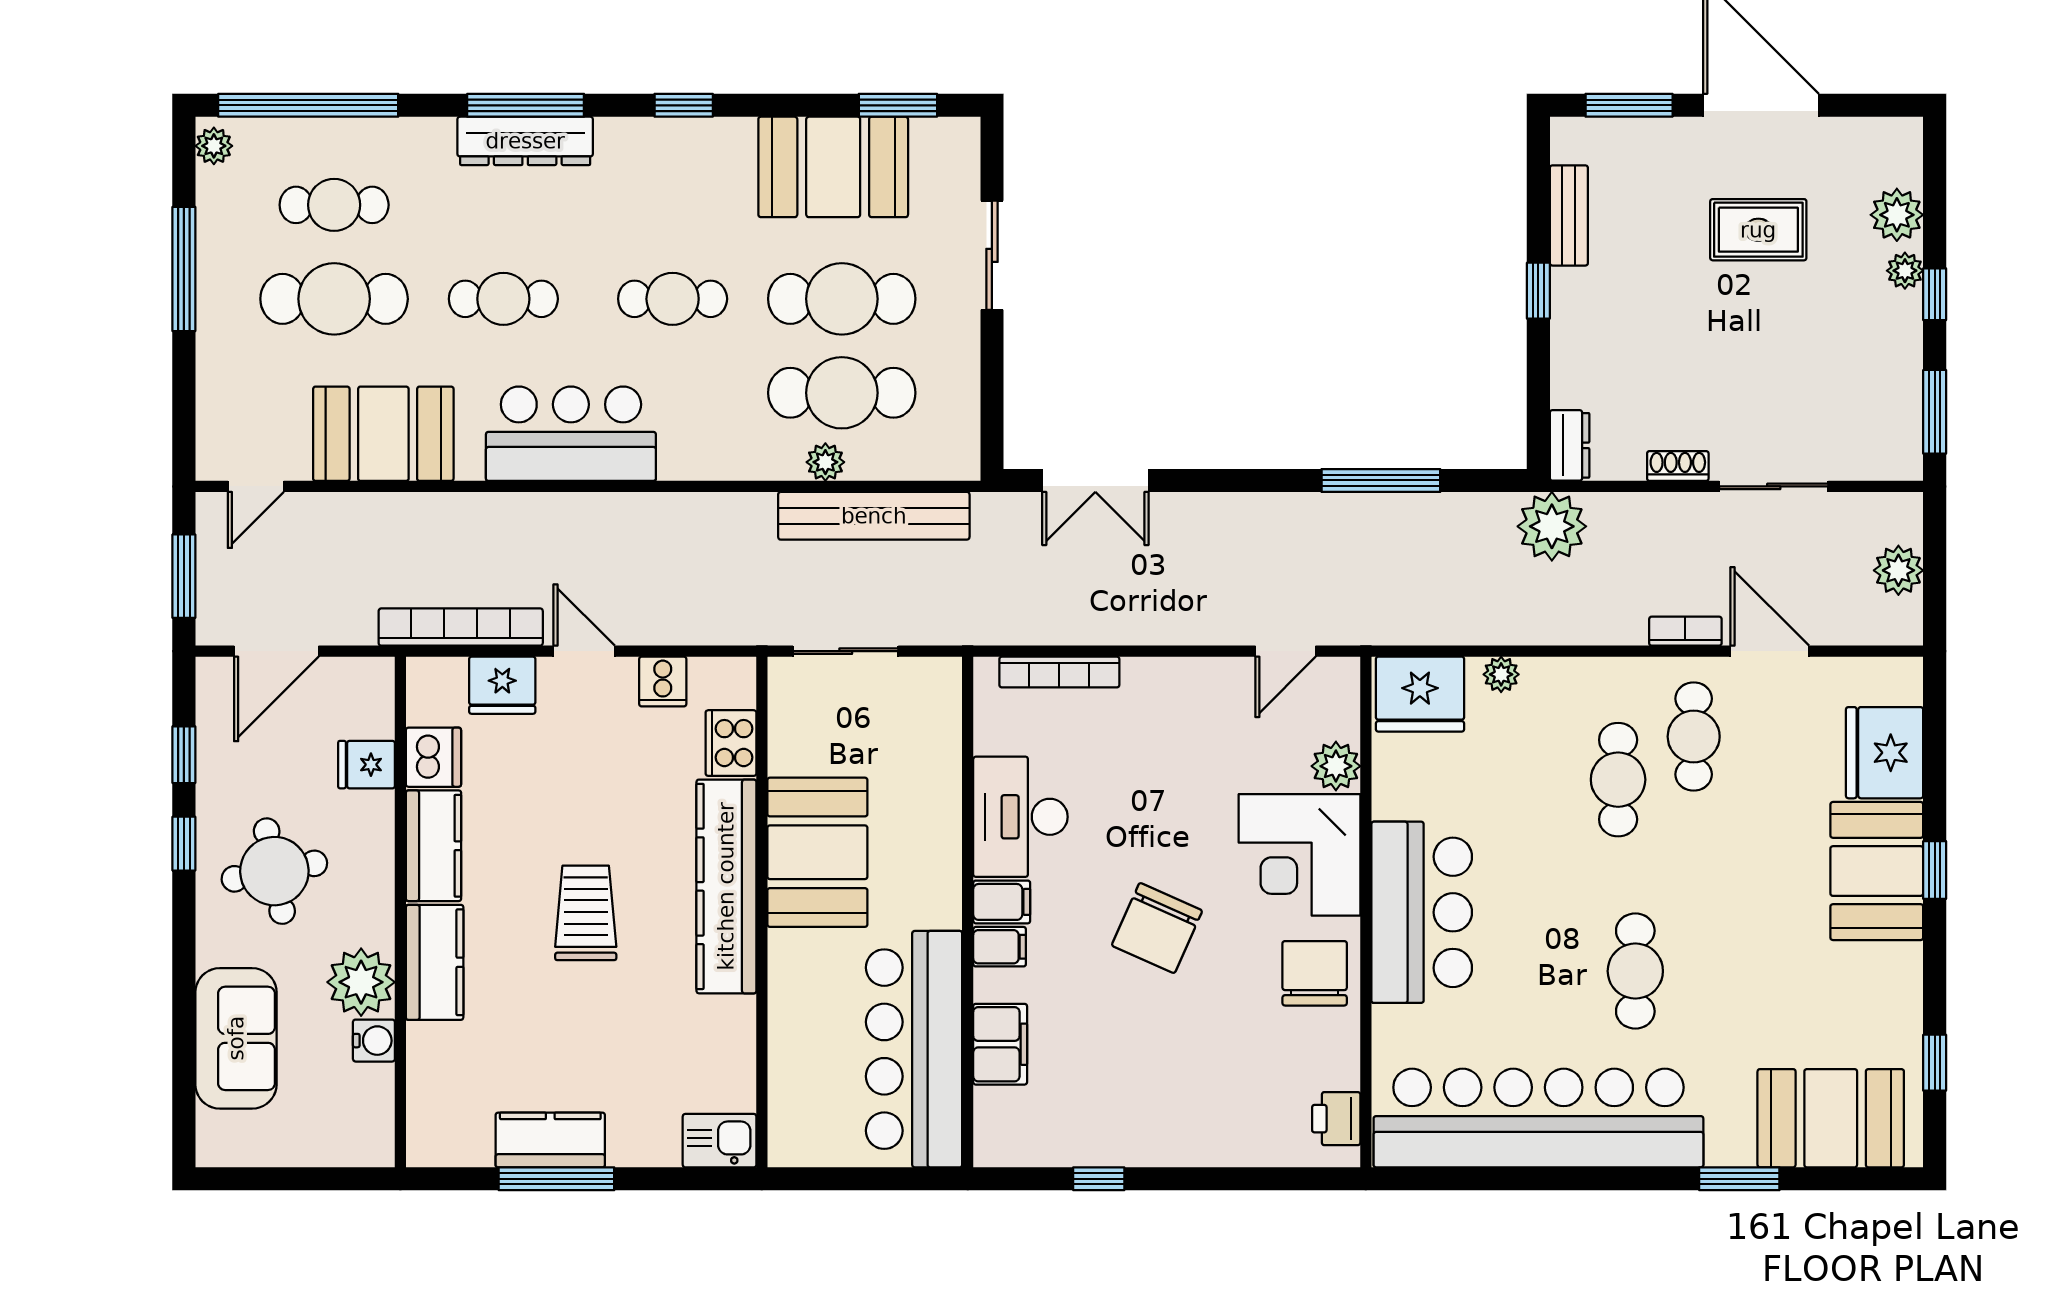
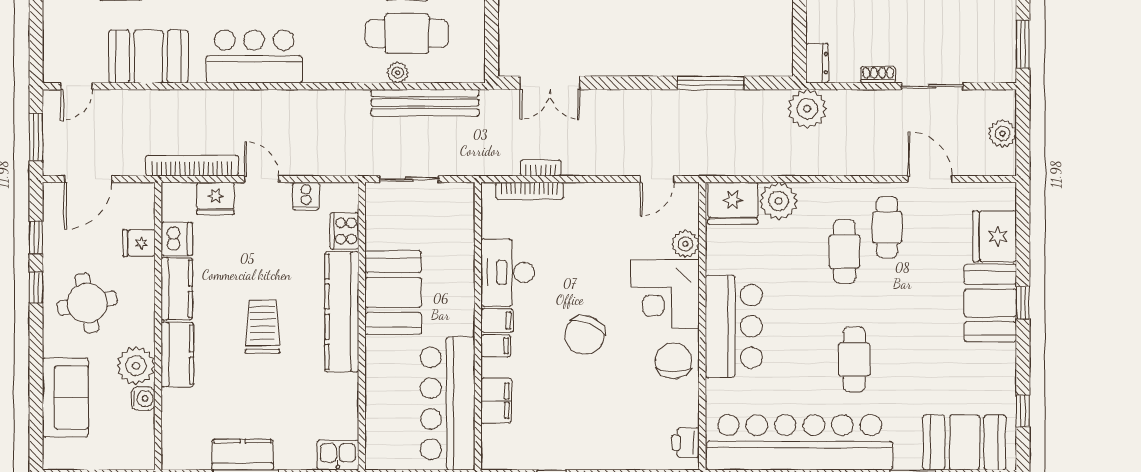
bookcase: (1685, 631) -> (541, 168), moved
plant: (1501, 674) -> (779, 201), width x1.88, depth x1.88

